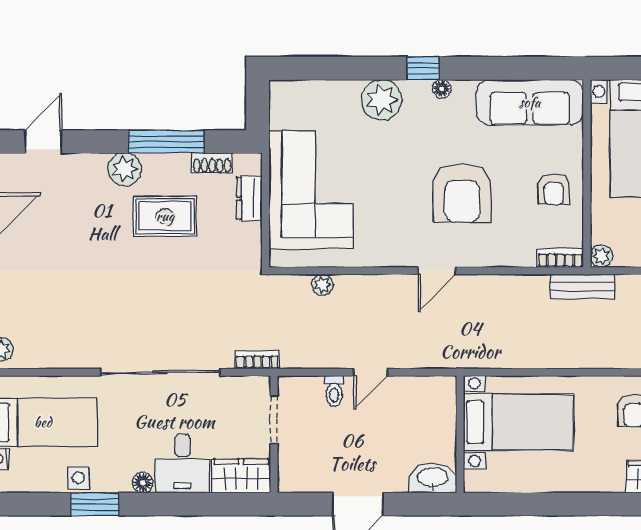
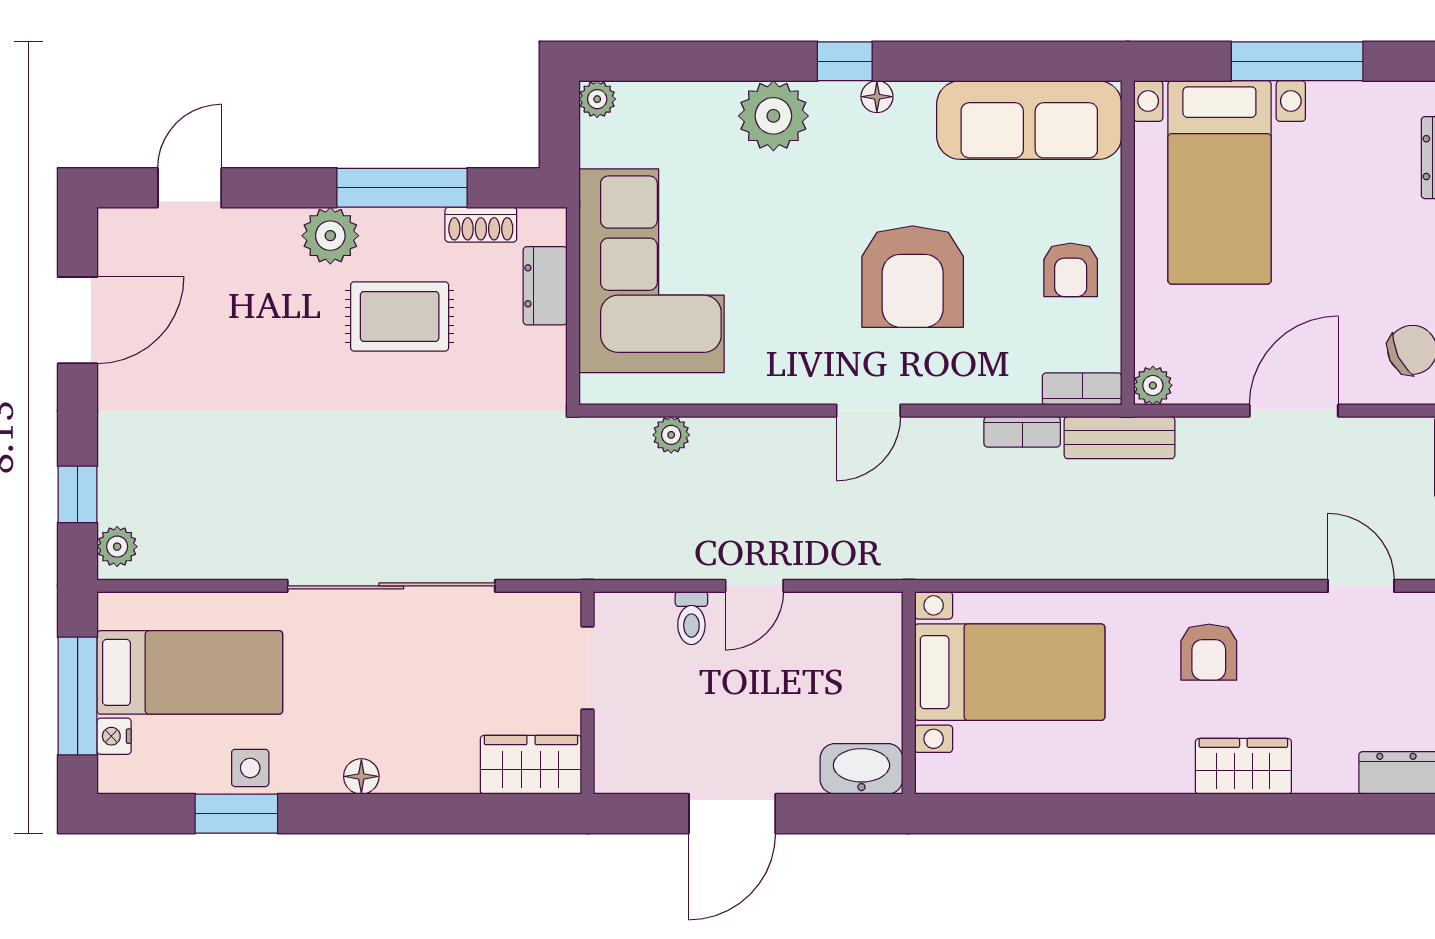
plant: (280, 90) -> (597, 99), added
bookcase: (257, 360) -> (1022, 432), moved, turned 180
desk: (182, 464) -> (430, 744), removed
window: (95, 504) -> (236, 814), moved

